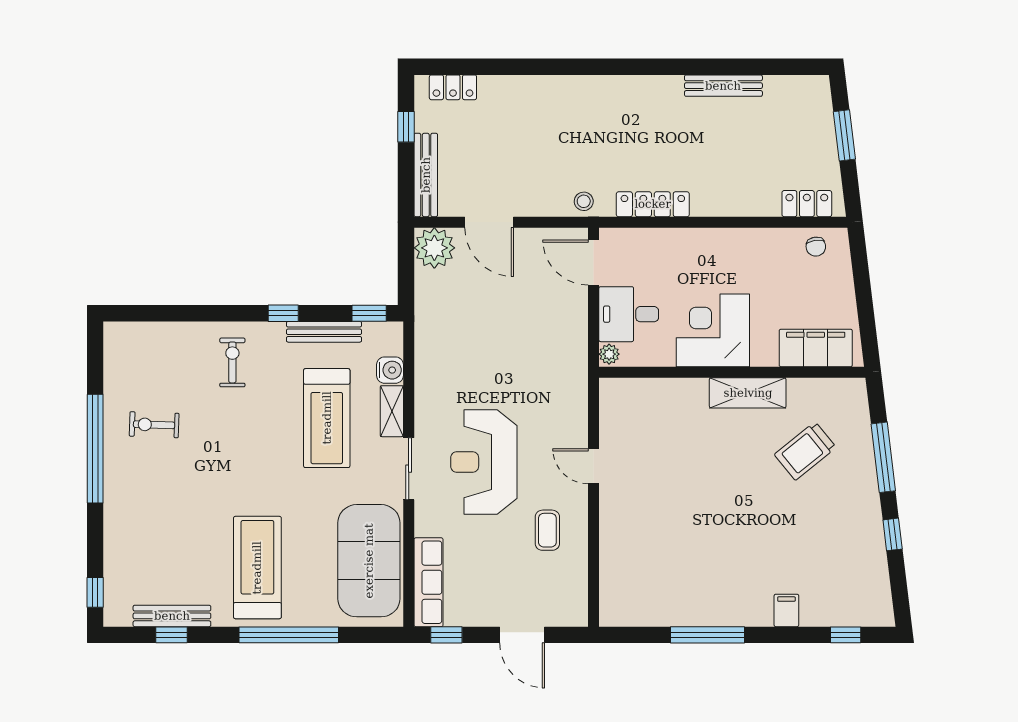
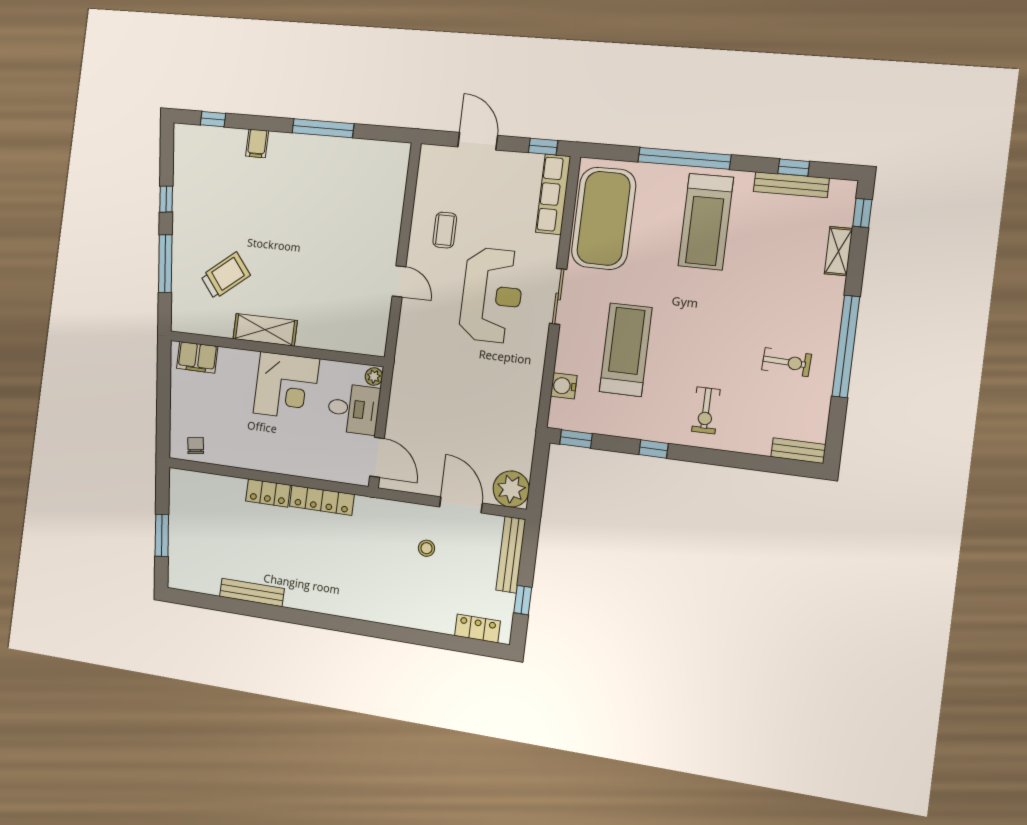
stool: (584, 201) -> (426, 548), moved
locker: (807, 204) -> (268, 493), moved
bench: (324, 332) -> (798, 451), moved, width x0.73
filing cabinet: (816, 348) -> (197, 357), width x0.67, depth x0.86
shelving: (392, 411) -> (838, 251), moved

